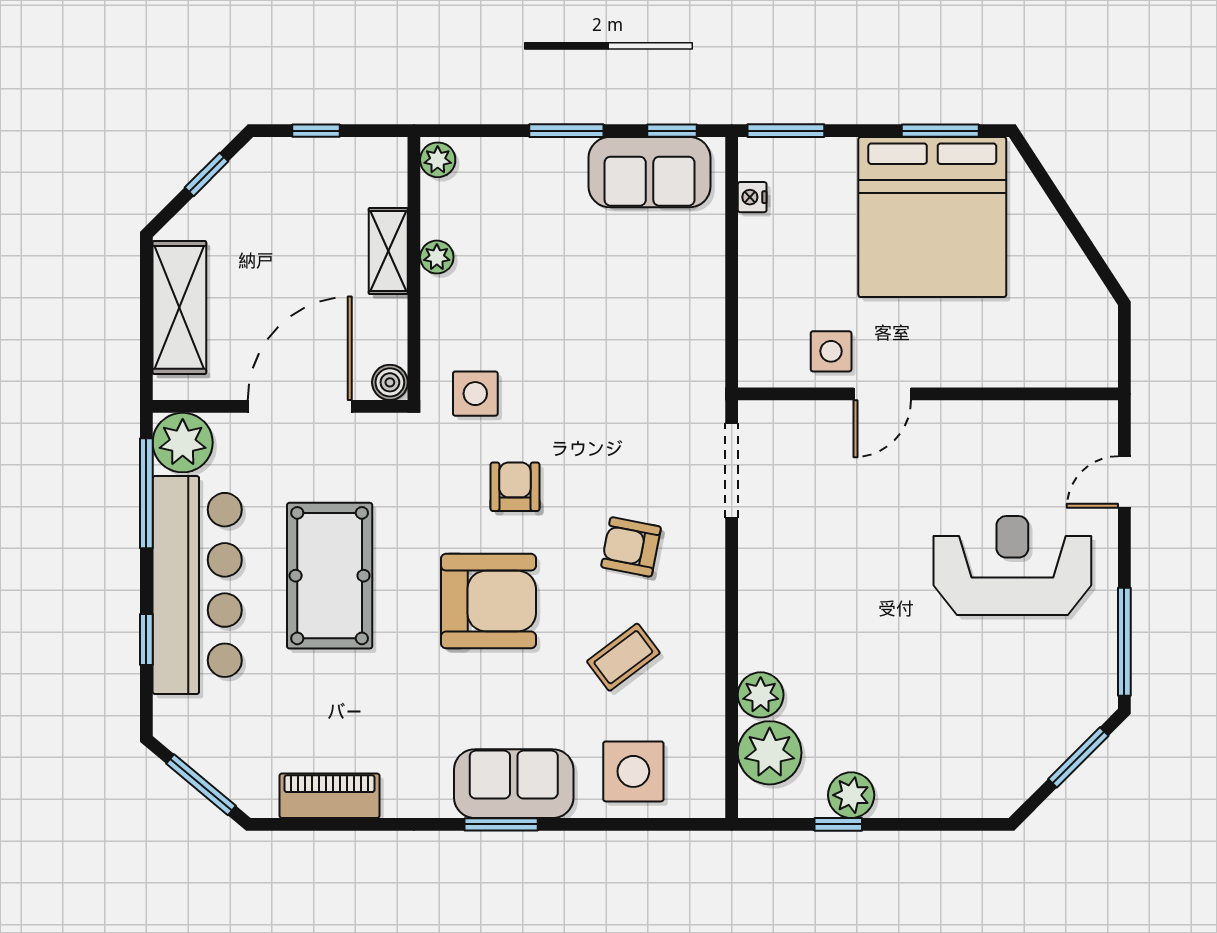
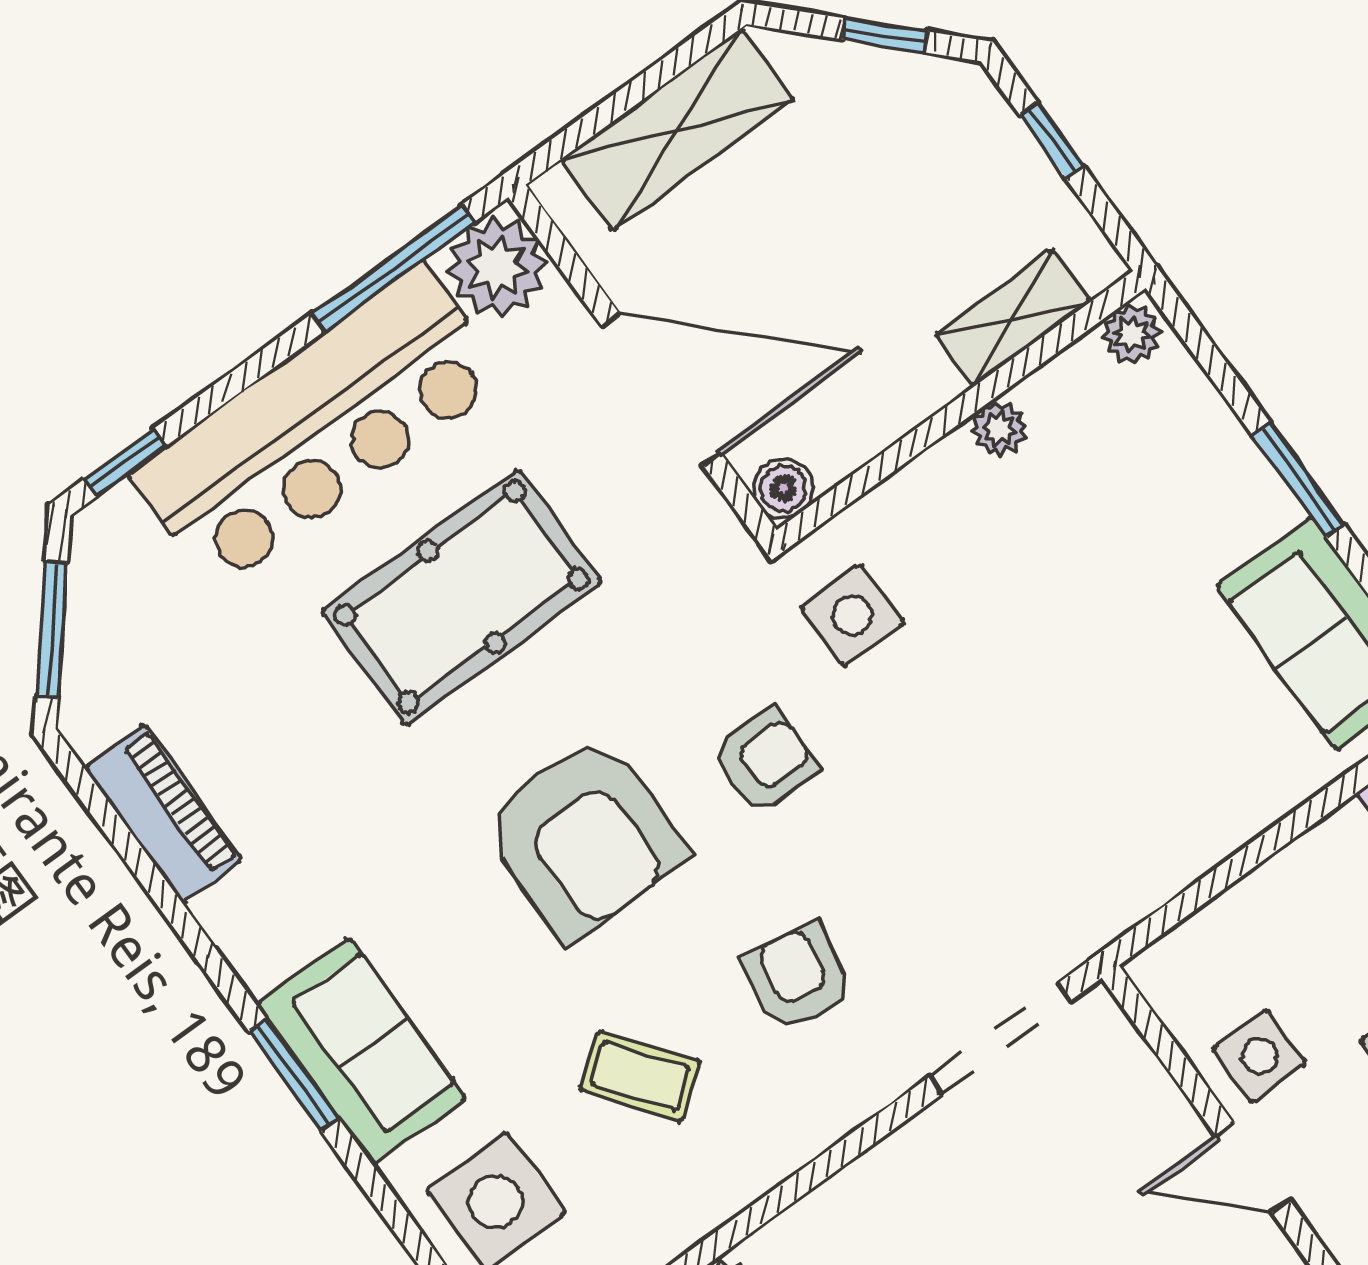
shelving: (388, 251) -> (1013, 318), moved
window: (146, 640) -> (125, 463), moved

